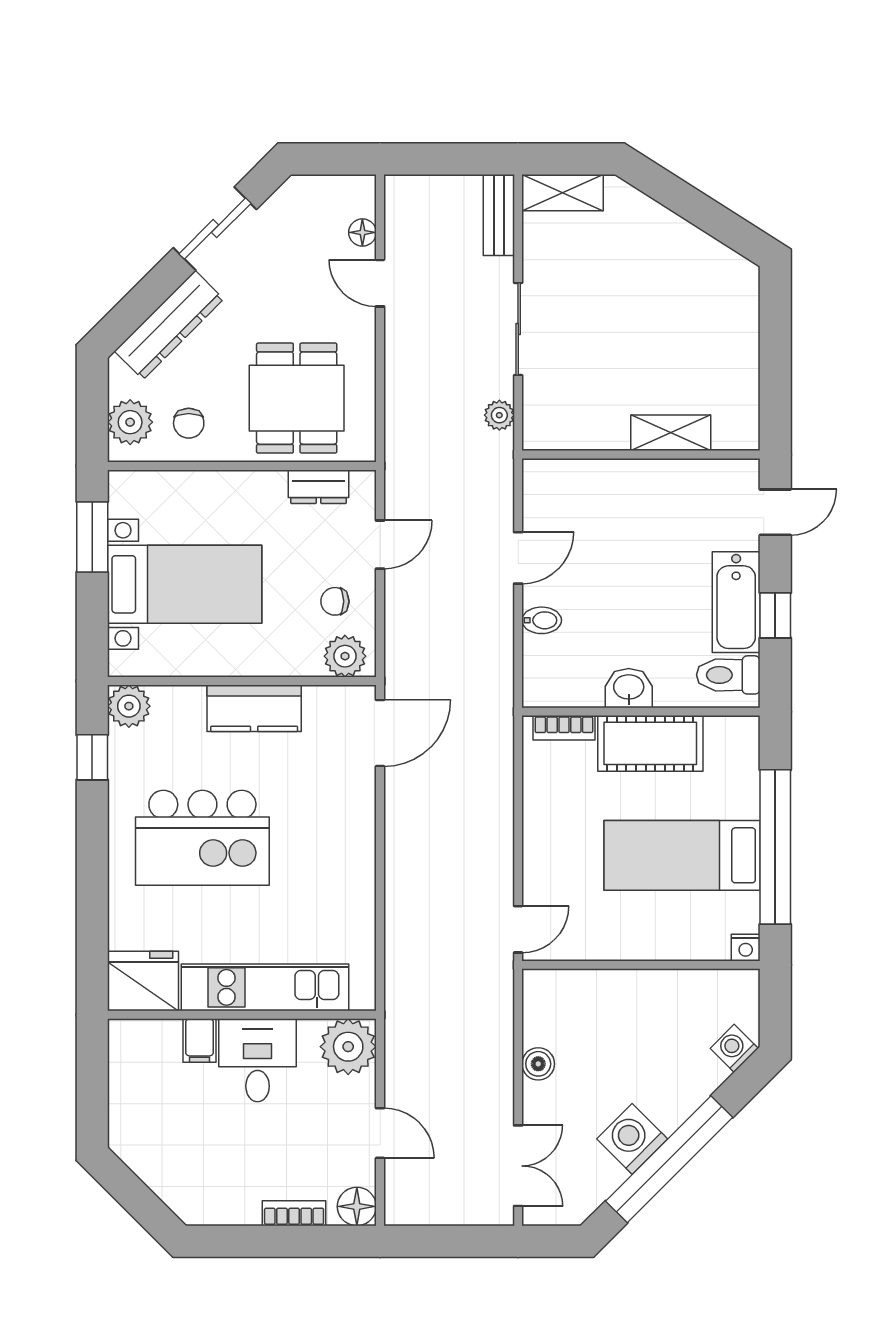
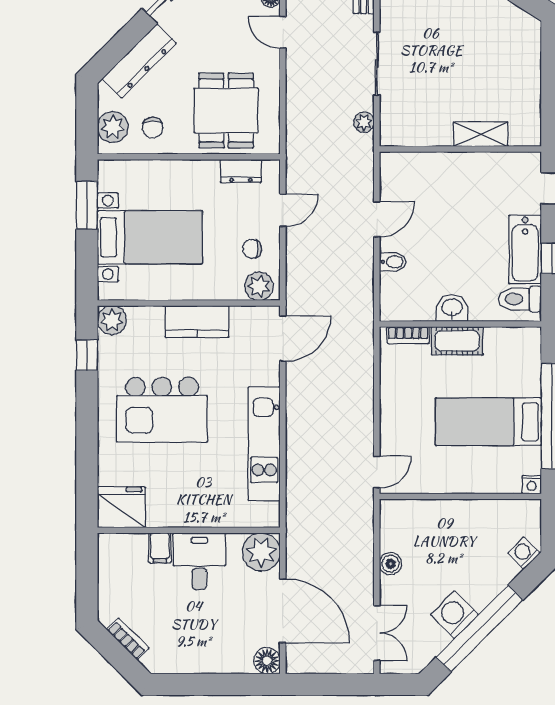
cot: (650, 743) -> (457, 341), width x0.73, depth x0.75
kitchen unit: (265, 987) -> (264, 444), moved, turned -90
door: (380, 1133) -> (283, 611), width x1.88
bookcase: (294, 1213) -> (128, 639), moved, turned 45

